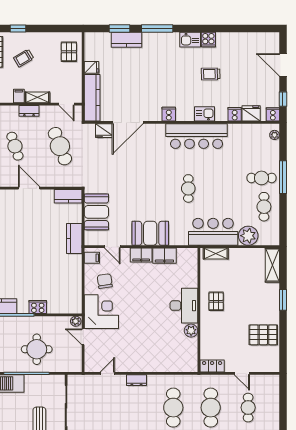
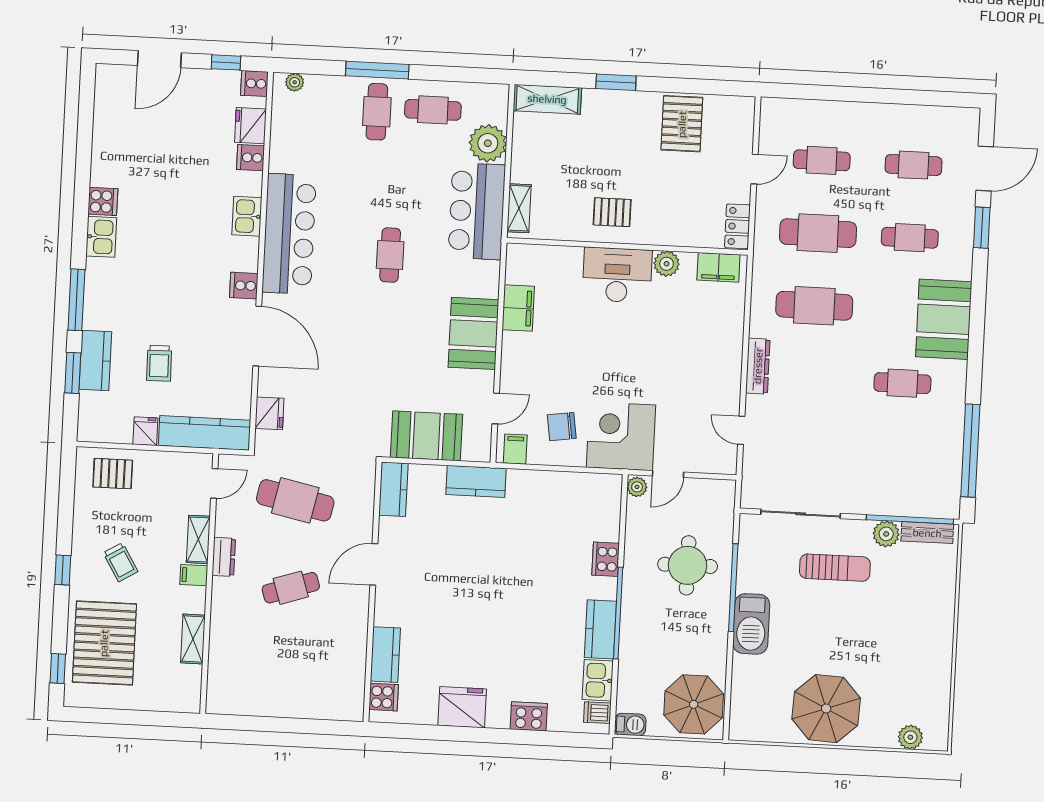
trolley: (211, 74) -> (159, 363), moved
door: (128, 122) -> (257, 336), moved
cafe table: (60, 146) -> (295, 500), turned 33
cafe table: (188, 188) -> (390, 255), turned 90
filing cabinet: (141, 255) -> (718, 267), moved, turned 90
dresser: (136, 380) -> (758, 366), width x1.44

